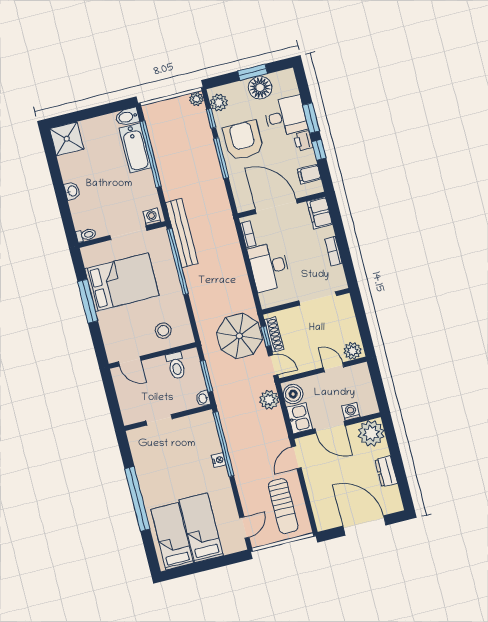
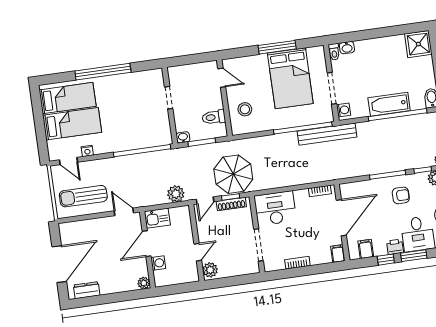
armchair: (243, 140) -> (401, 195), width x0.53, depth x0.53
bathtub: (135, 148) -> (389, 104), moved
washbasin: (72, 191) -> (347, 48), moved
filing cabinet: (320, 213) -> (338, 254), width x0.50
desk: (269, 267) -> (275, 208), moved
door: (130, 361) -> (222, 78), swing flipped
boiler: (293, 394) -> (178, 215), removed
plant: (371, 433) -> (144, 283), width x0.53, depth x0.53
nightstand: (219, 460) -> (87, 151), moved
dresser: (386, 471) -> (87, 290), moved

